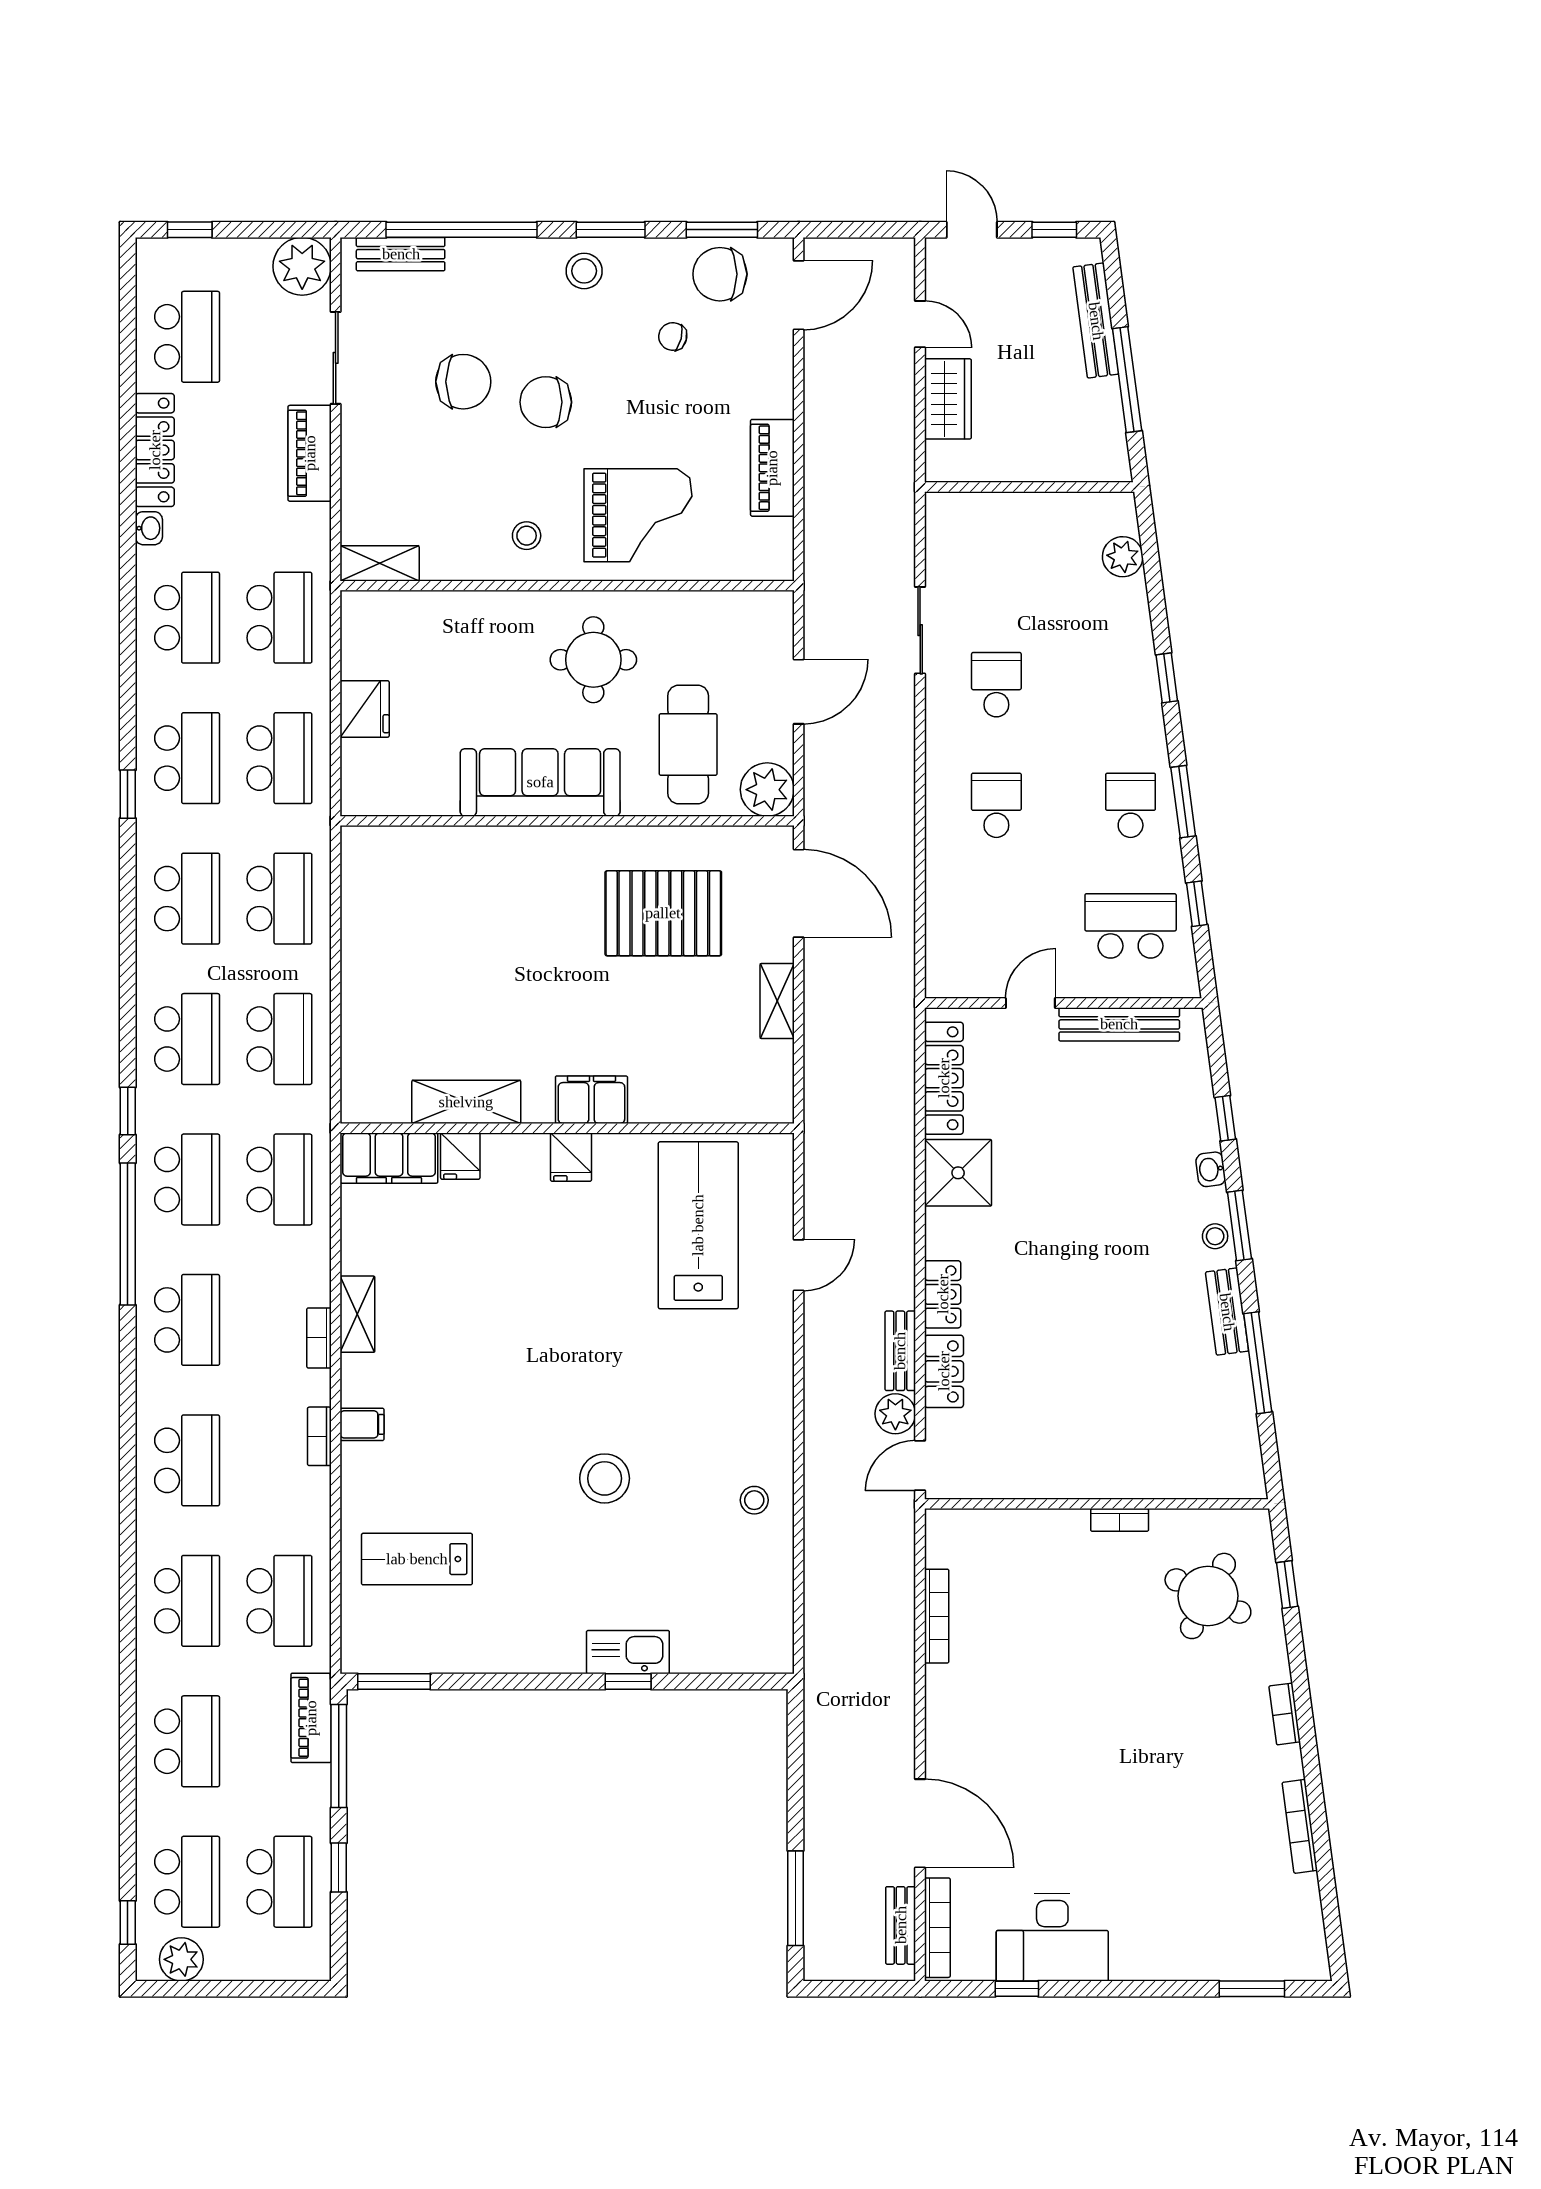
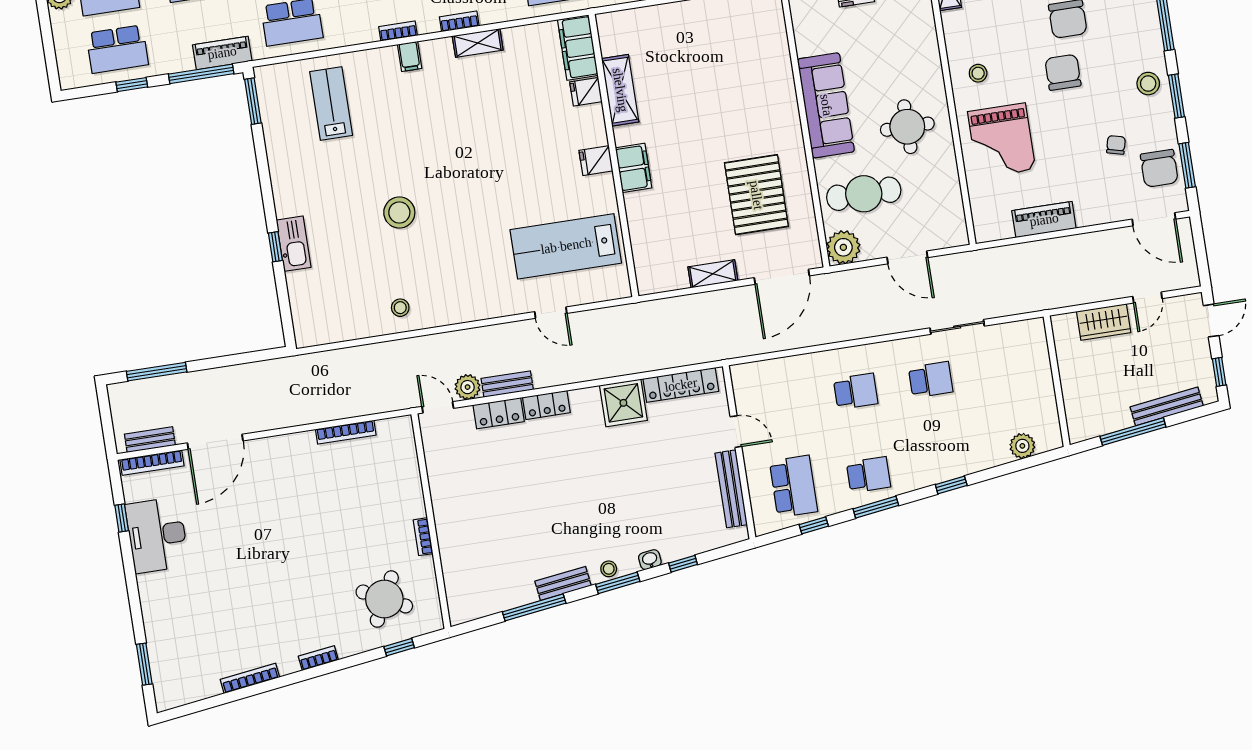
chair: (720, 274) -> (1159, 168), turned 180
lab bench: (698, 1225) -> (566, 246), turned 180

